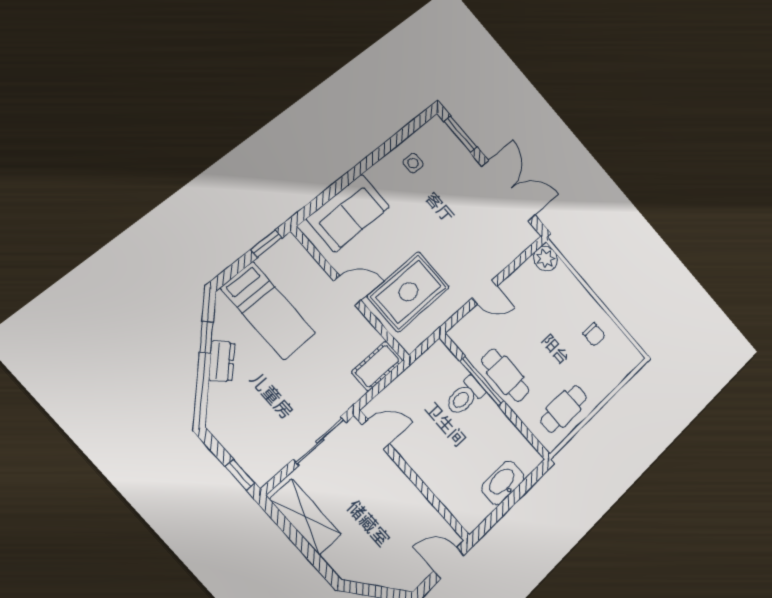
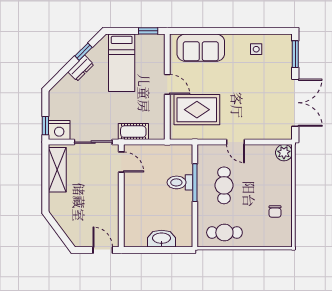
cot: (377, 366) -> (133, 132), moved
cafe table: (505, 375) -> (224, 185), moved
nightstand: (263, 464) -> (59, 130), added

